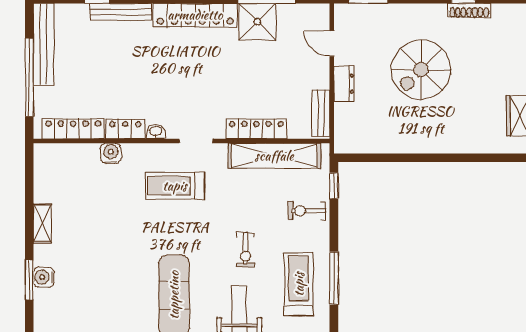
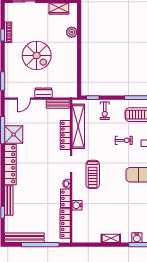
plant: (469, 142) -> (72, 32), added

